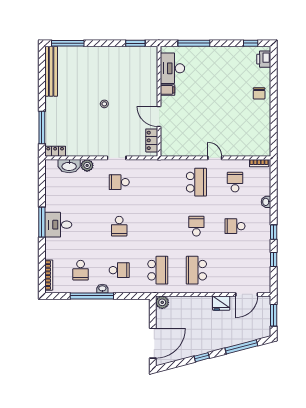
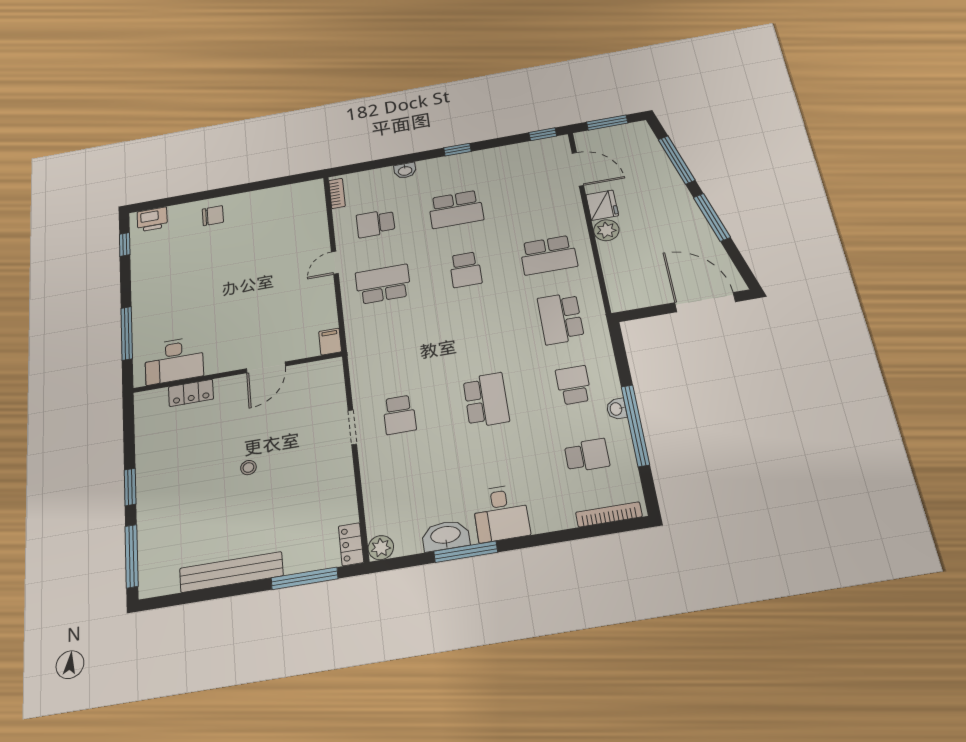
window: (135, 43) -> (130, 487), moved
bench: (51, 71) -> (231, 572), moved
filing cabinet: (168, 90) -> (330, 342), moved
locker: (152, 140) -> (191, 393), moved
plant: (87, 165) -> (381, 548), moved
washbasin: (69, 166) -> (446, 536), moved, turned -90
window: (42, 222) -> (466, 552), moved
school desk: (119, 226) -> (486, 400), width x1.85
school desk: (196, 226) -> (465, 270), turned -90
school desk: (235, 226) -> (456, 209), width x1.85
window: (274, 259) -> (543, 134), moved
school desk: (158, 270) -> (561, 318), turned -90
plant: (162, 302) -> (606, 230), moved
window: (202, 357) -> (712, 217), width x2.17

